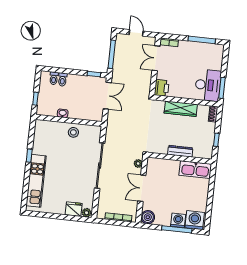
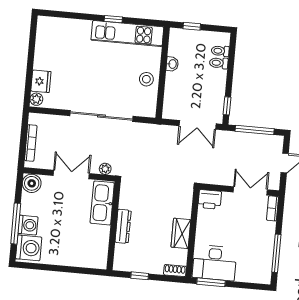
wardrobe: (181, 109) -> (181, 233), width x0.67
kitchen sink: (195, 170) -> (102, 203), moved
kitchen unit: (36, 181) -> (127, 34), moved

